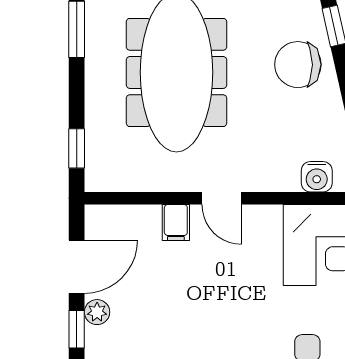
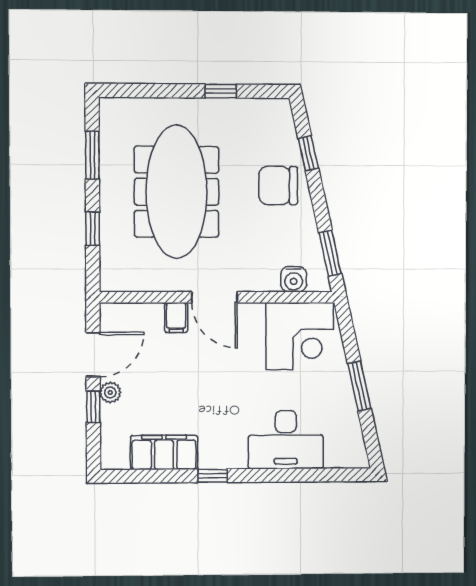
window: (77, 148) -> (93, 229), moved
door: (222, 198) -> (215, 297), width x1.38

